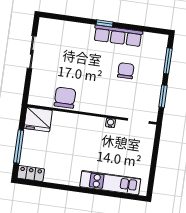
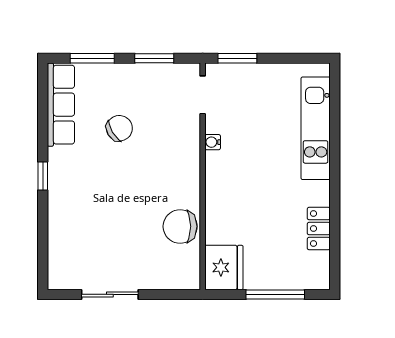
row of seats: (118, 36) -> (61, 105), moved
chair: (126, 71) -> (119, 128), turned 149
window: (156, 144) -> (237, 58), added
locker: (31, 173) -> (319, 229), moved

